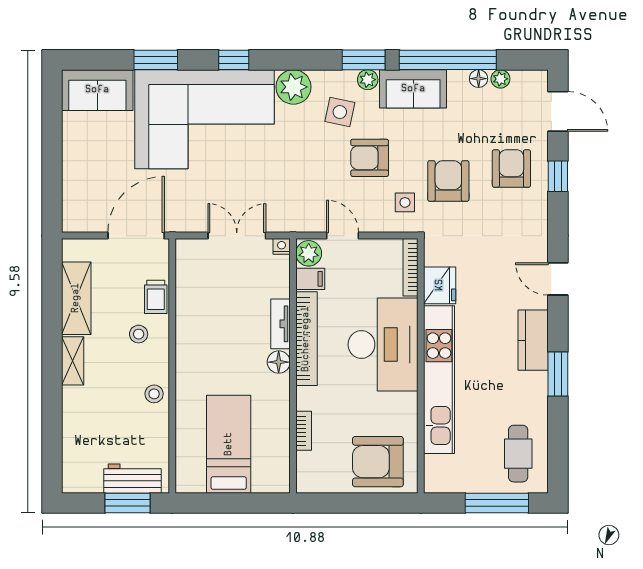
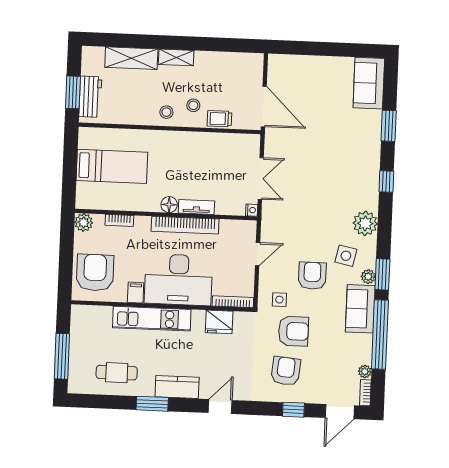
bookcase: (530, 77) -> (365, 393), added
floor lamp: (479, 79) -> (366, 356), removed
corner sofa: (204, 119) -> (345, 159), removed
armchair: (511, 169) -> (286, 371), moved, turned -85
plant: (309, 253) -> (84, 222), moved
filing cabinet: (310, 279) -> (136, 293), moved, turned 180
shelving: (76, 298) -> (131, 58), moved
kitchen unit: (439, 380) -> (152, 319), width x0.73
stool: (154, 394) -> (166, 112), moved
cafe table: (518, 454) -> (117, 373), moved

